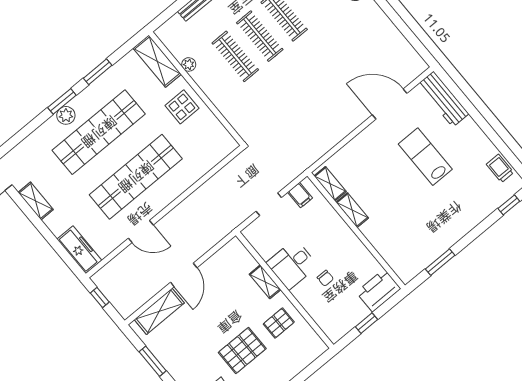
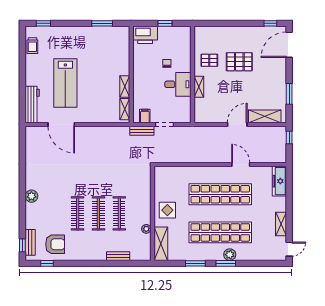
lab bench: (425, 157) -> (65, 83), width x1.36, depth x1.39
bench: (289, 175) -> (142, 131), added
window: (100, 297) -> (289, 138), moved

